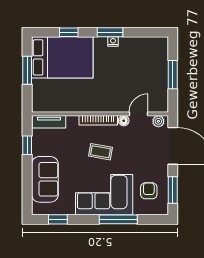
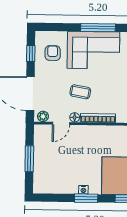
coffee table: (100, 152) -> (80, 92), moved
window: (173, 190) -> (31, 54), width x0.67
armchair: (149, 191) -> (53, 53), turned 180
window: (118, 219) -> (98, 28), moved

